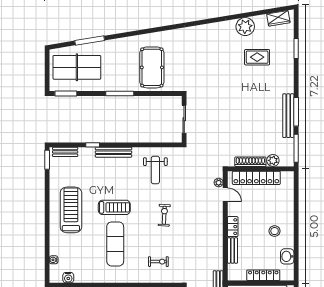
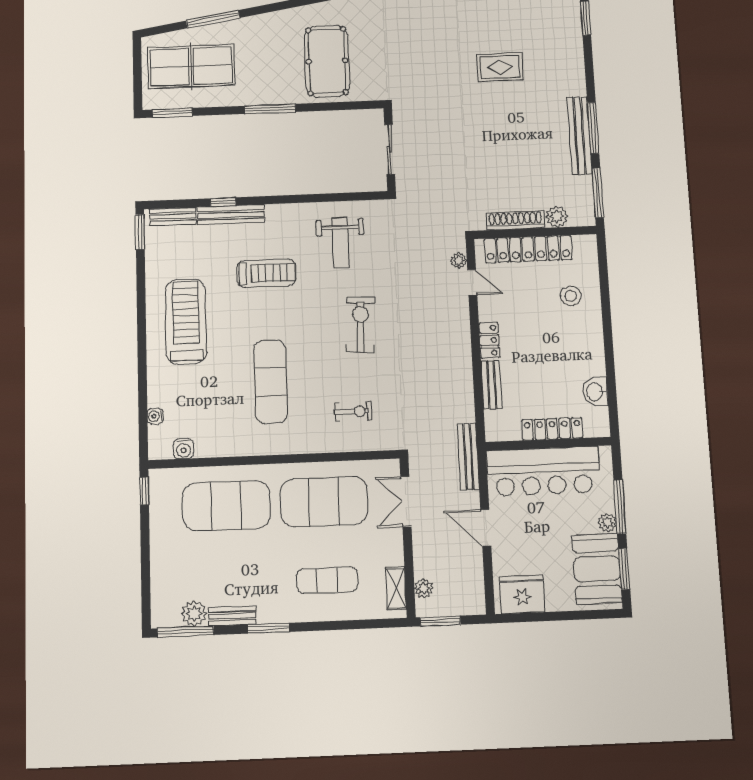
rug: (257, 57) -> (500, 67), moved
bench: (113, 152) -> (231, 215), moved
treadmill: (114, 207) -> (266, 273), moved
exercise bike: (164, 215) -> (360, 324), width x1.38, depth x1.39
stool: (275, 231) -> (571, 296), moved

